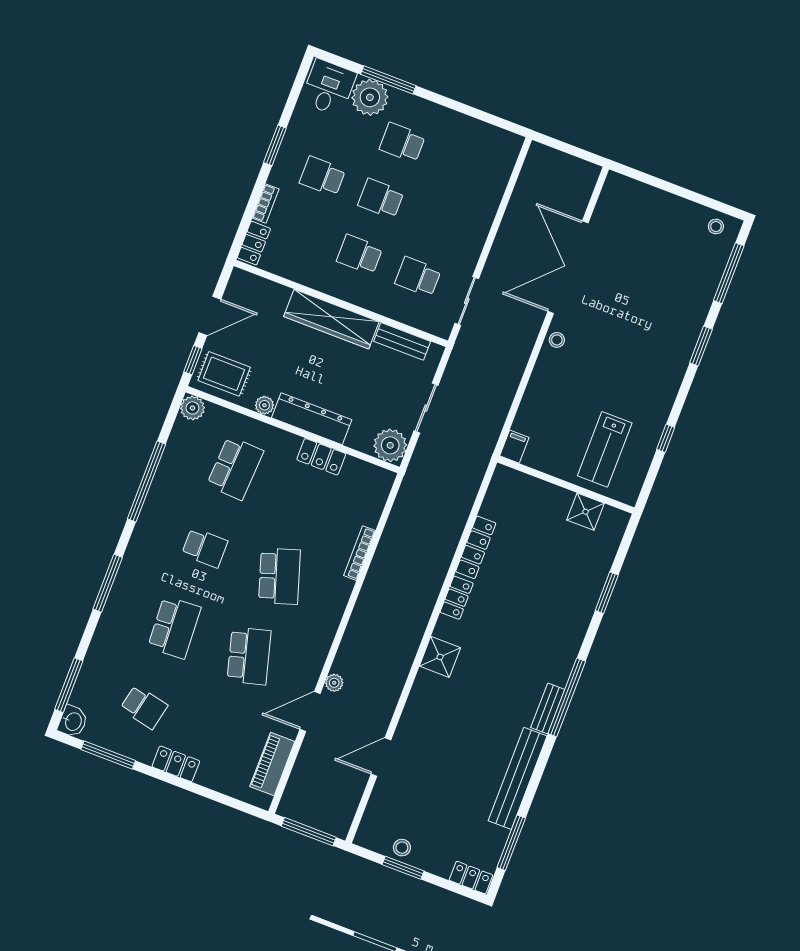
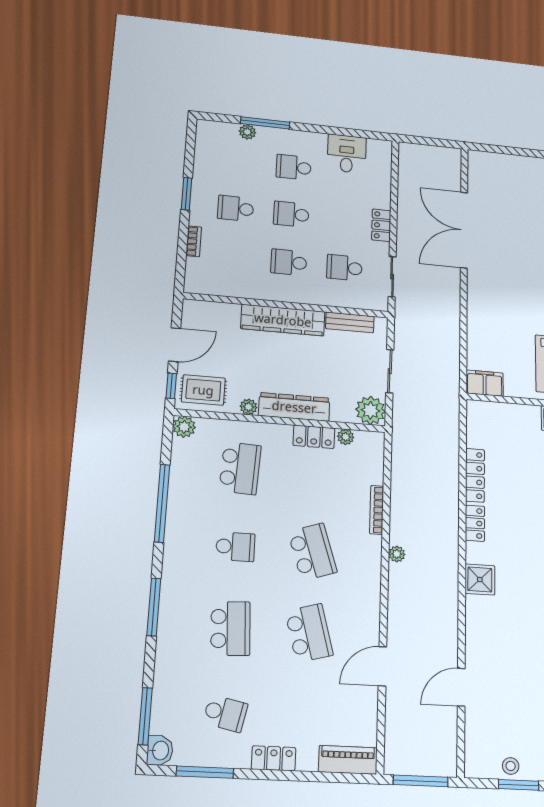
desk: (328, 88) -> (347, 154), moved
plant: (370, 97) -> (247, 132), width x0.53, depth x0.53
locker: (254, 243) -> (381, 225), moved, turned 180
stool: (557, 340) -> (477, 288), removed
filing cabinet: (514, 447) -> (485, 383), width x2.00
plant: (354, 466) -> (346, 437), added
plant: (334, 683) -> (397, 554), moved
piano: (272, 764) -> (348, 760), moved, turned 90

